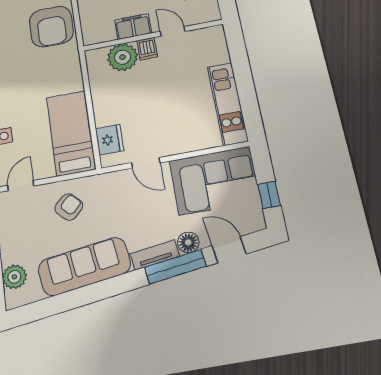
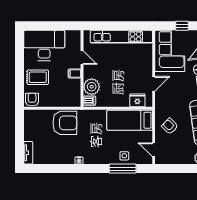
filing cabinet: (133, 27) -> (74, 74), width x0.50
door: (173, 31) -> (82, 58), swing flipped
dishwasher: (147, 49) -> (89, 101), moved
kitchen unit: (228, 104) -> (121, 37), width x1.36

